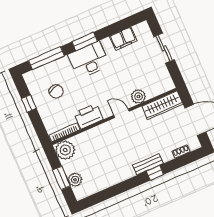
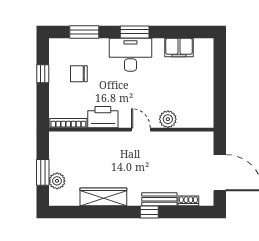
sliding door: (164, 48) -> (220, 78), removed
window: (46, 58) -> (84, 32), width x0.69
chair: (56, 91) -> (79, 74), turned 107
wardrobe: (162, 105) -> (103, 197), moved, turned 180
plant: (65, 150) -> (60, 143), removed
bench: (148, 164) -> (159, 199), moved

